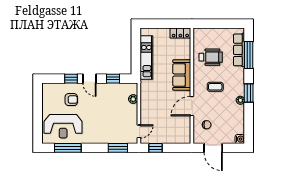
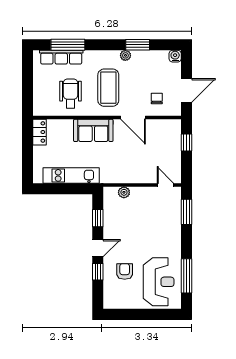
coffee table: (215, 87) -> (108, 88), width x1.86, depth x1.72
window: (249, 93) -> (138, 45), moved
window: (156, 148) -> (186, 143), moved

